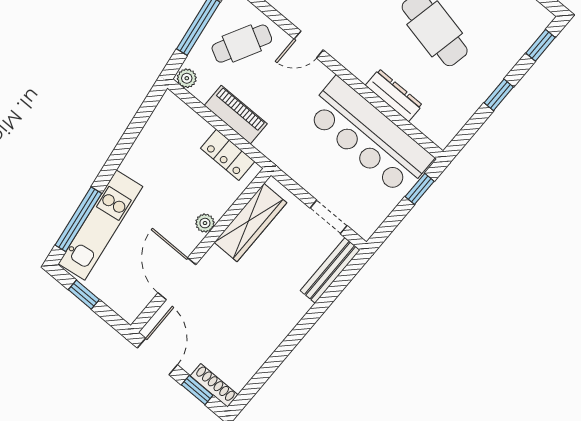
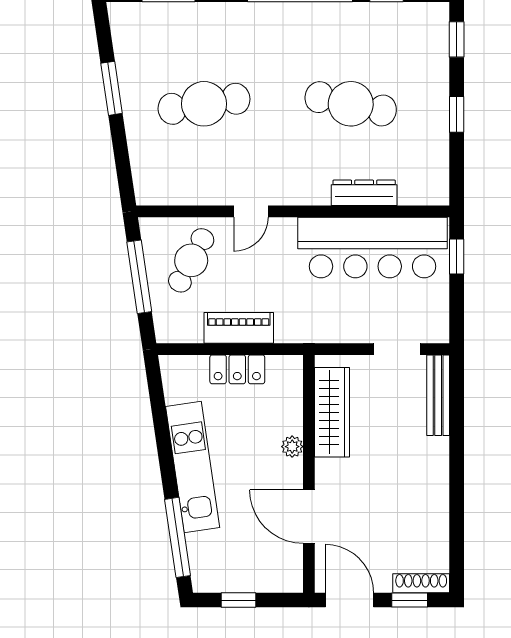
plant: (187, 78) -> (168, 332), removed
locker: (228, 155) -> (237, 369), moved
kitchen unit: (100, 225) -> (193, 467), moved

